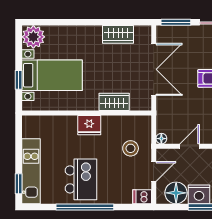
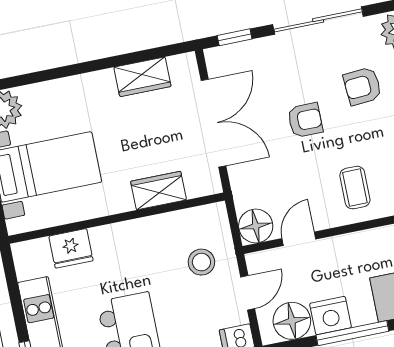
window: (176, 22) -> (235, 37), width x0.67
fridge: (89, 125) -> (71, 248), moved
floor lamp: (161, 139) -> (256, 226), width x1.89, depth x1.89

